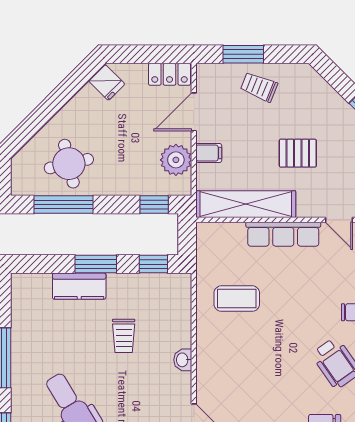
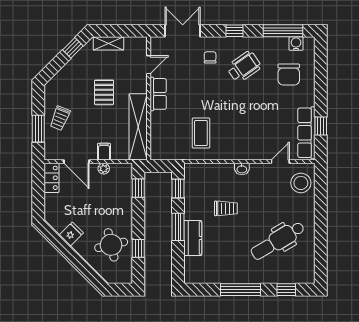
fridge: (107, 82) -> (71, 234), moved
plant: (176, 160) -> (104, 169), width x0.53, depth x0.53
window: (64, 204) -> (138, 248), width x0.46
row of seats: (283, 234) -> (158, 94), width x0.68

